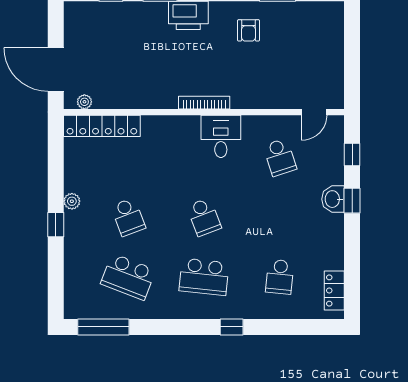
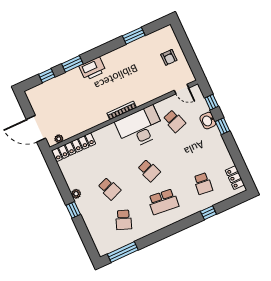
armchair: (249, 30) -> (169, 57), moved
door: (314, 112) -> (181, 89), hinge flipped
desk: (221, 136) -> (140, 127), width x1.87, depth x1.30
washbasin: (333, 199) -> (208, 121), moved
school desk: (128, 277) -> (124, 220), width x0.54
window: (232, 327) -> (208, 213), moved

